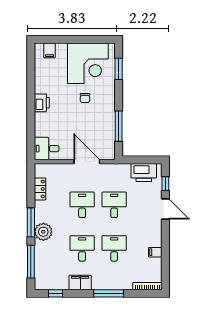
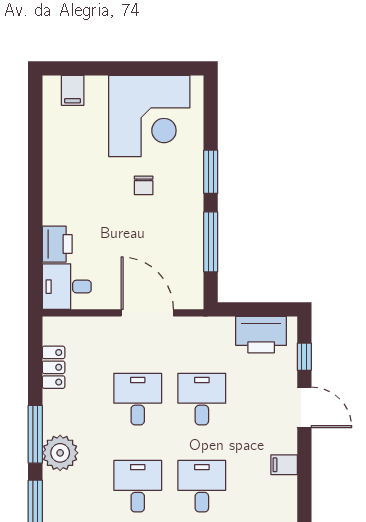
window: (119, 69) -> (211, 172), moved
printer: (42, 103) -> (57, 244), moved
filing cabinet: (155, 252) -> (284, 465), moved

